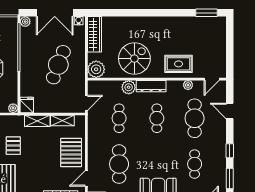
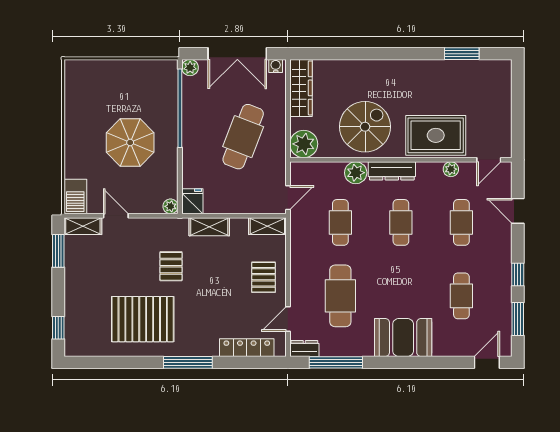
window: (206, 13) -> (462, 54), moved
rug: (179, 64) -> (436, 135), width x1.36, depth x1.43
cafe table: (195, 118) -> (461, 222), width x0.73, depth x0.74
shelving: (62, 121) -> (267, 226), moved
pallet: (71, 152) -> (264, 277), width x0.67, depth x0.71

